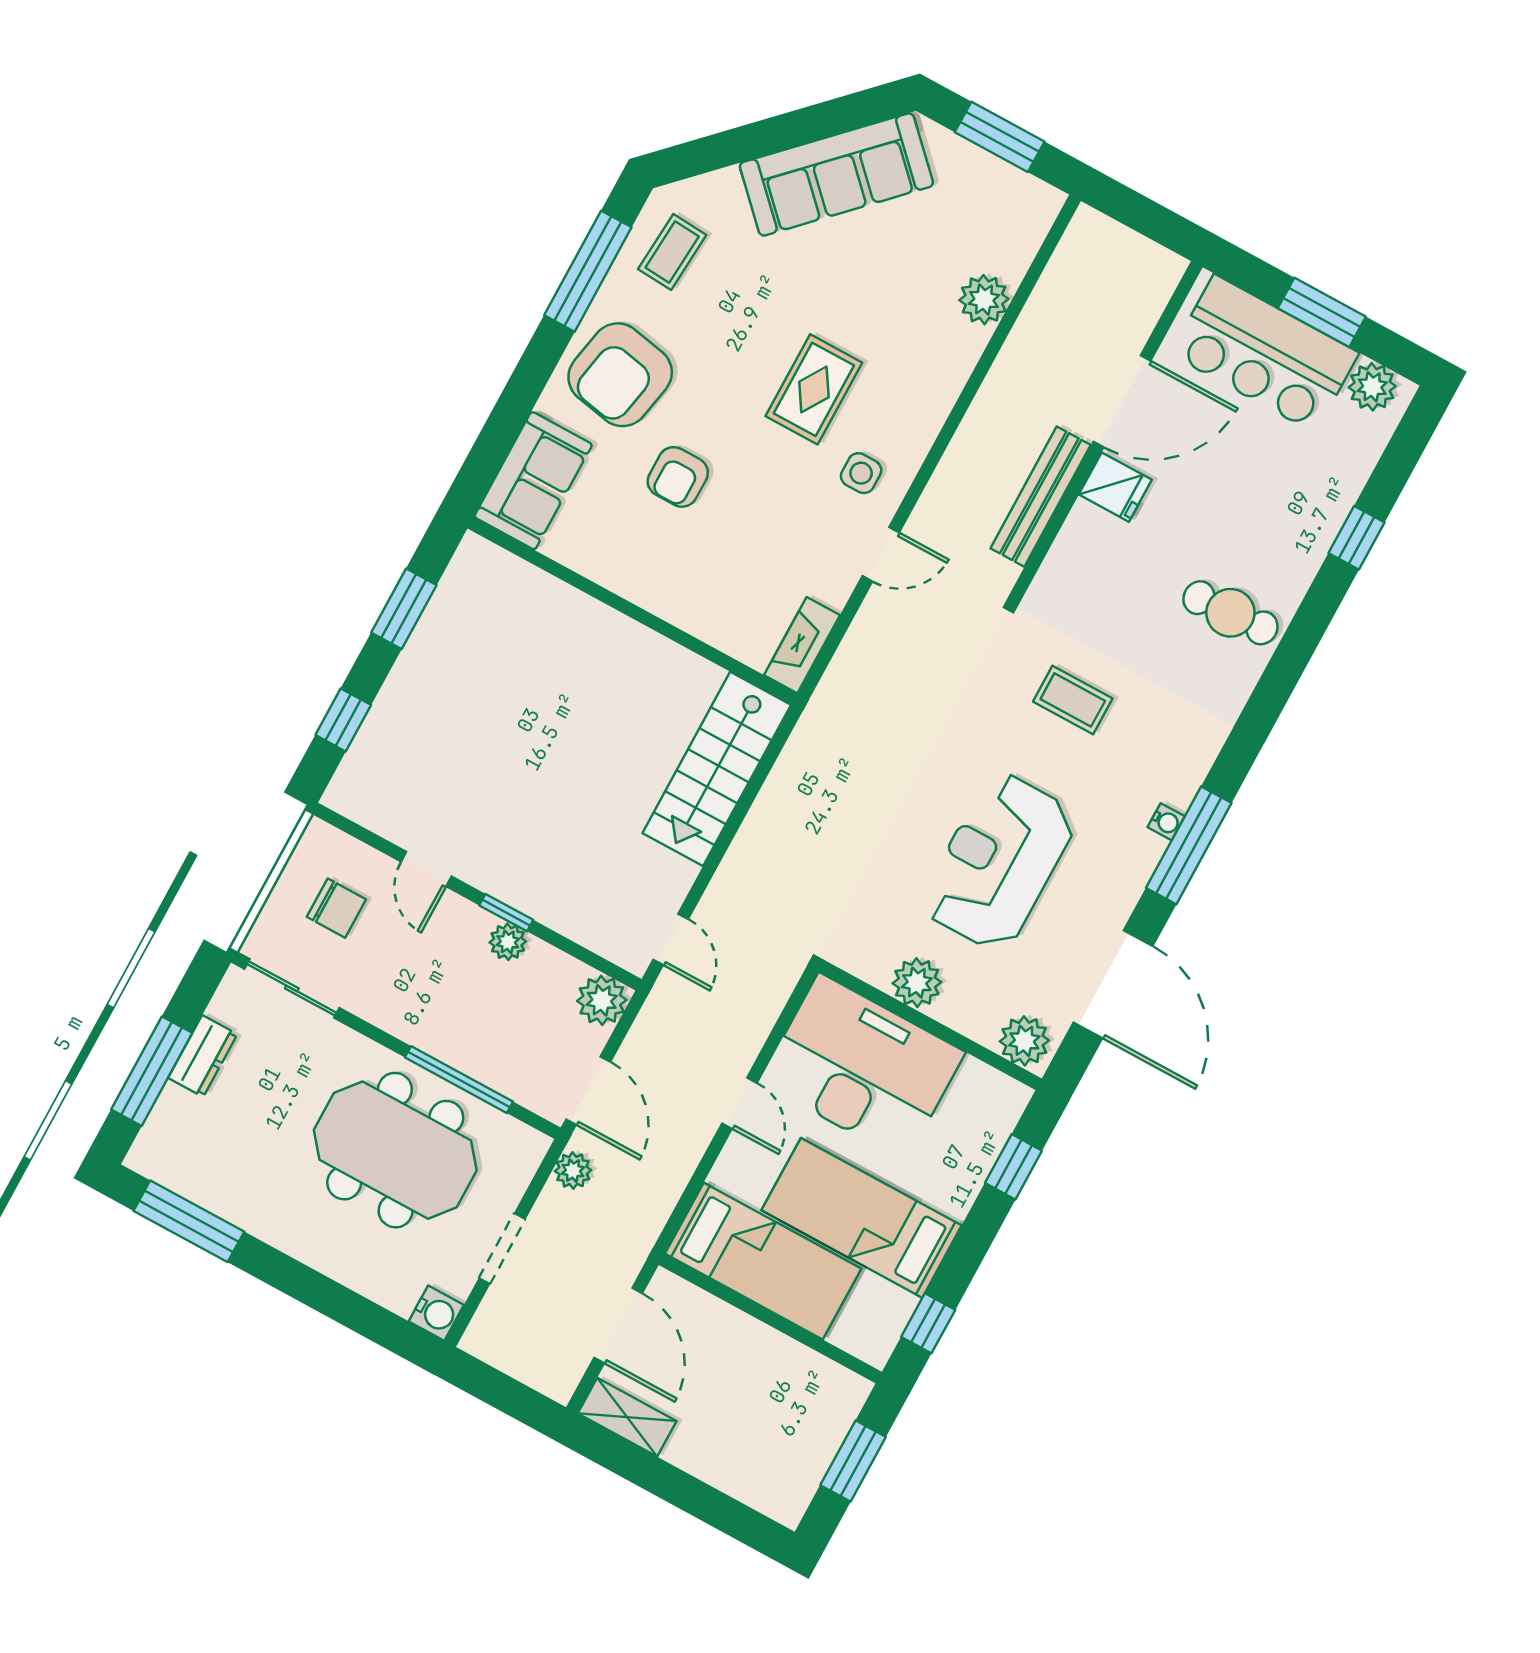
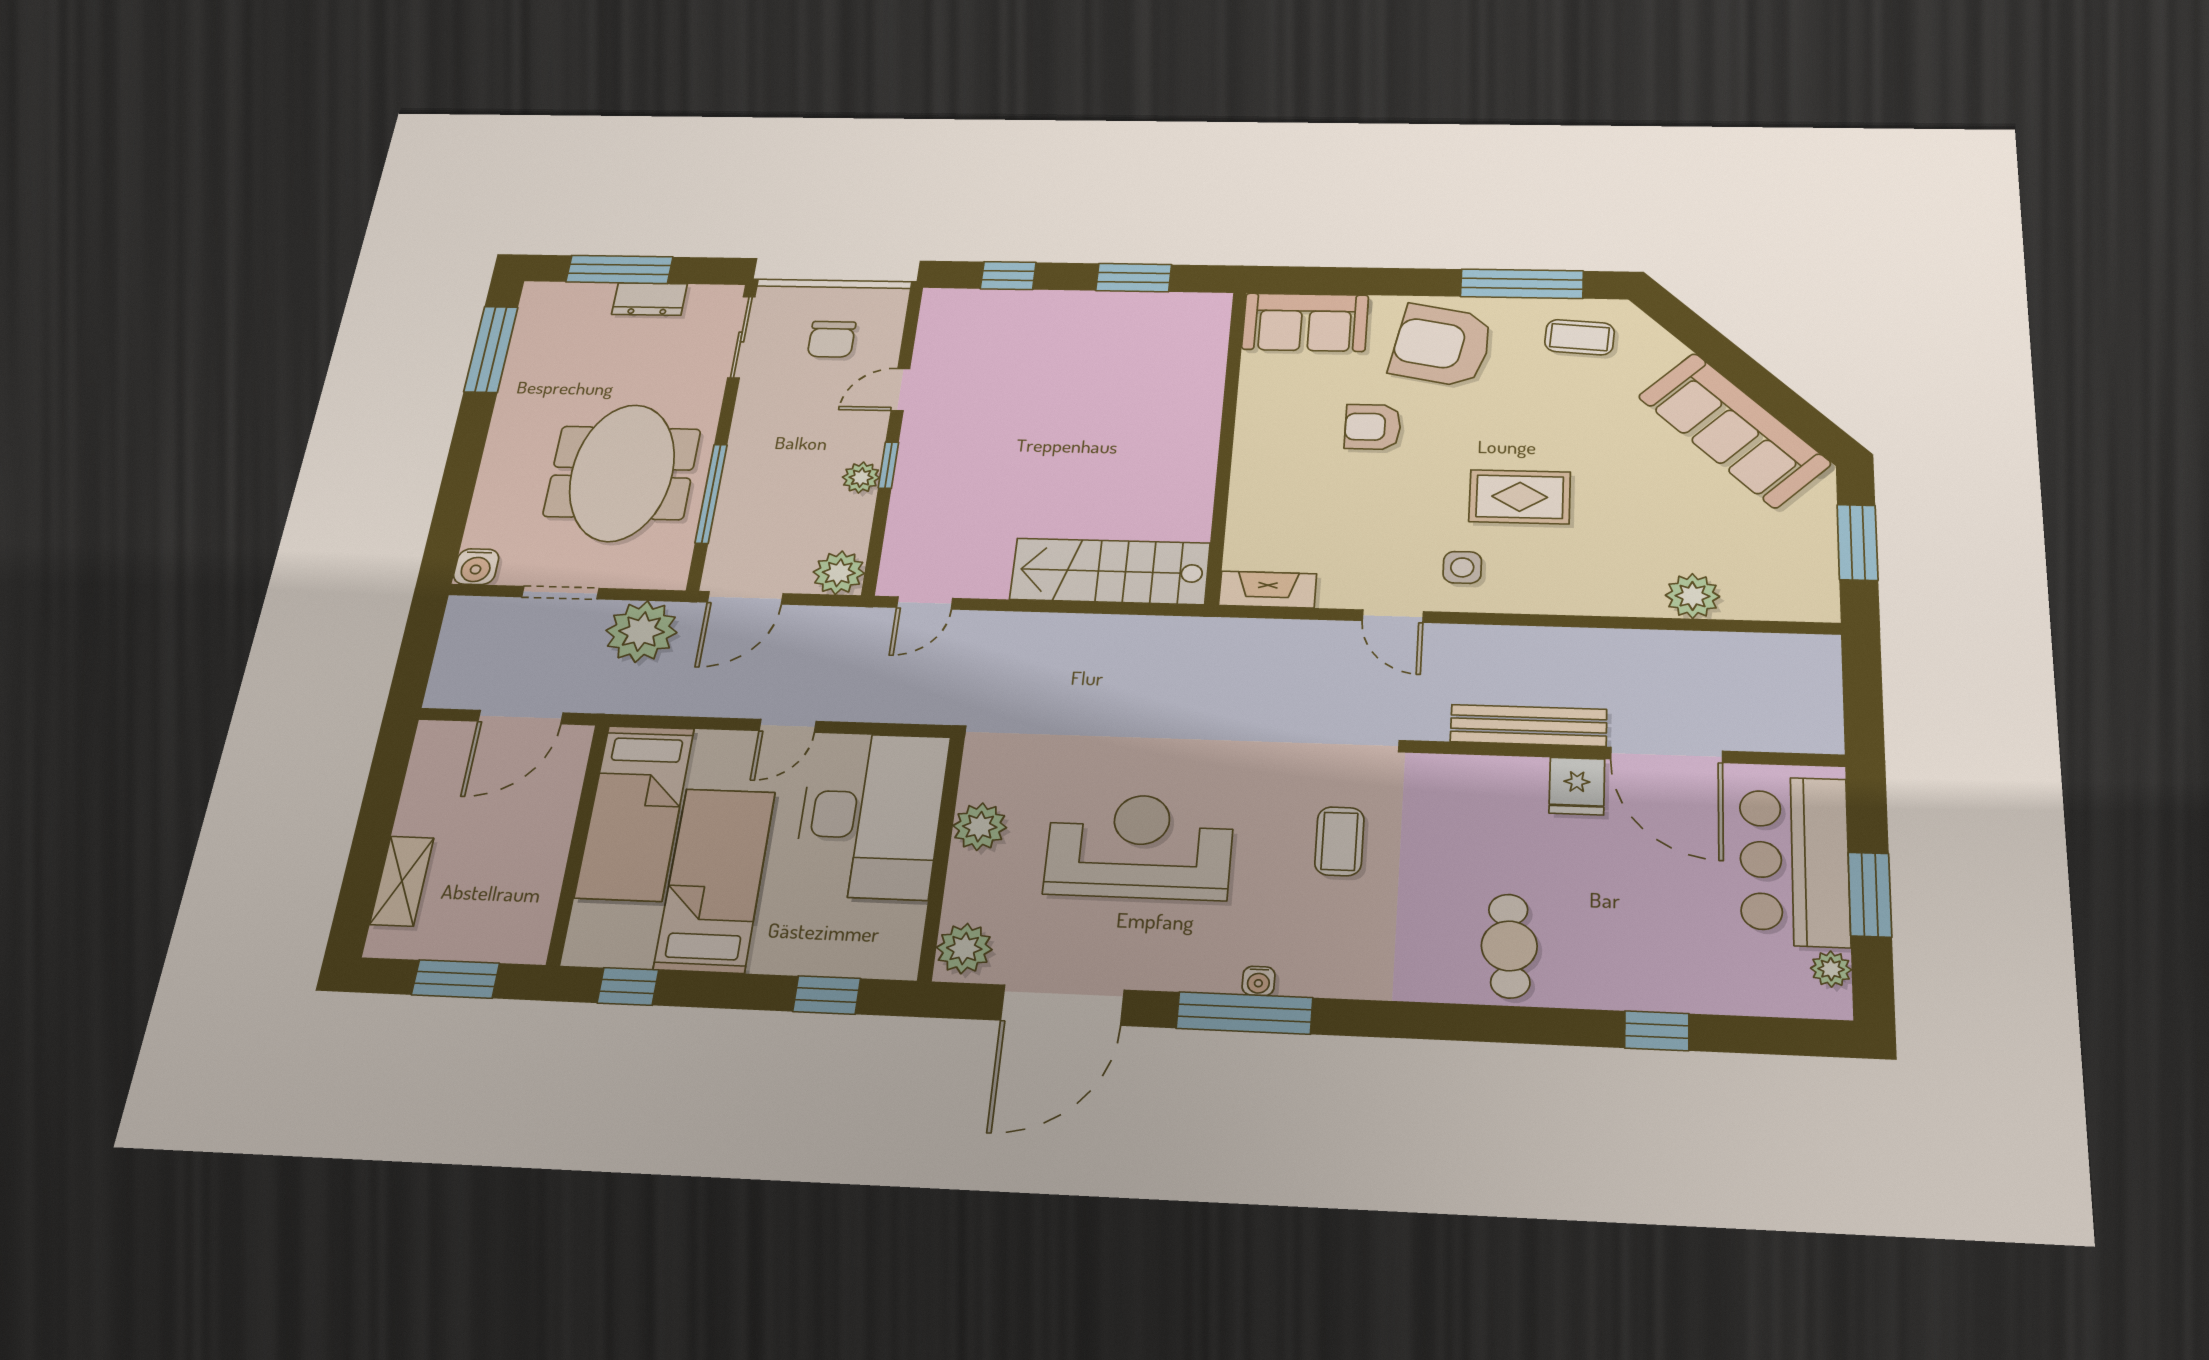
plant: (1372, 387) -> (1831, 969), width x0.73, depth x0.73
plant: (573, 1171) -> (641, 632), width x1.88, depth x1.88
shelving: (627, 1417) -> (402, 881), moved

